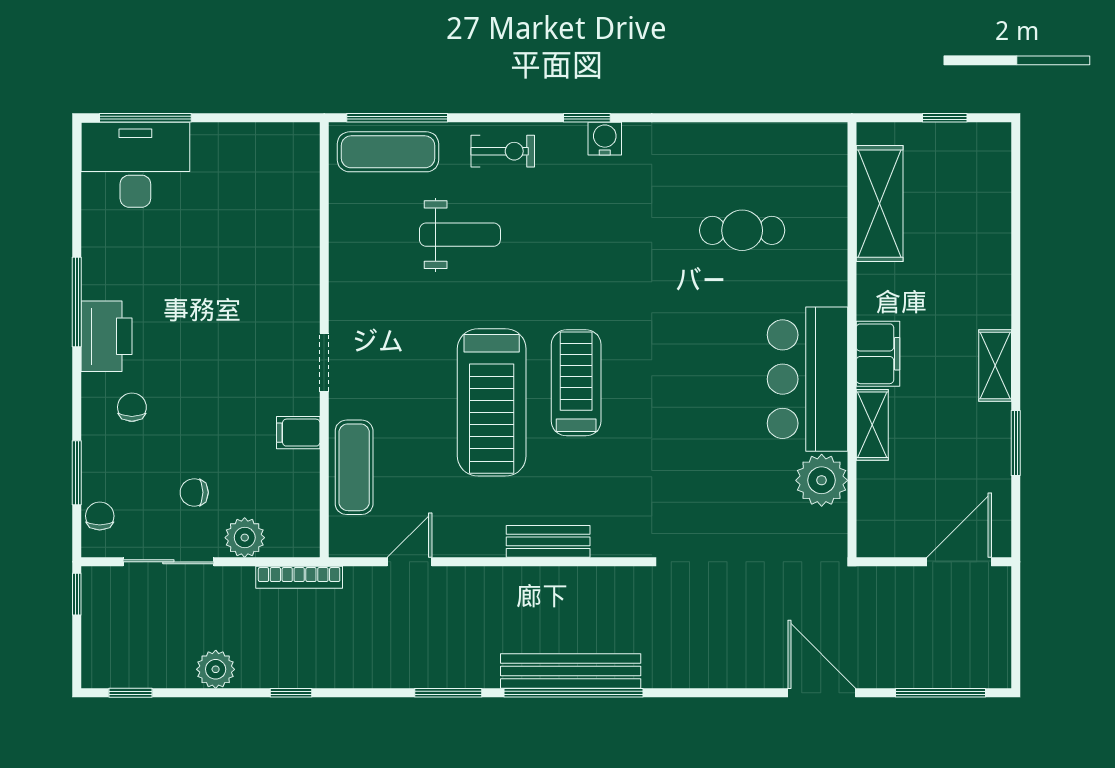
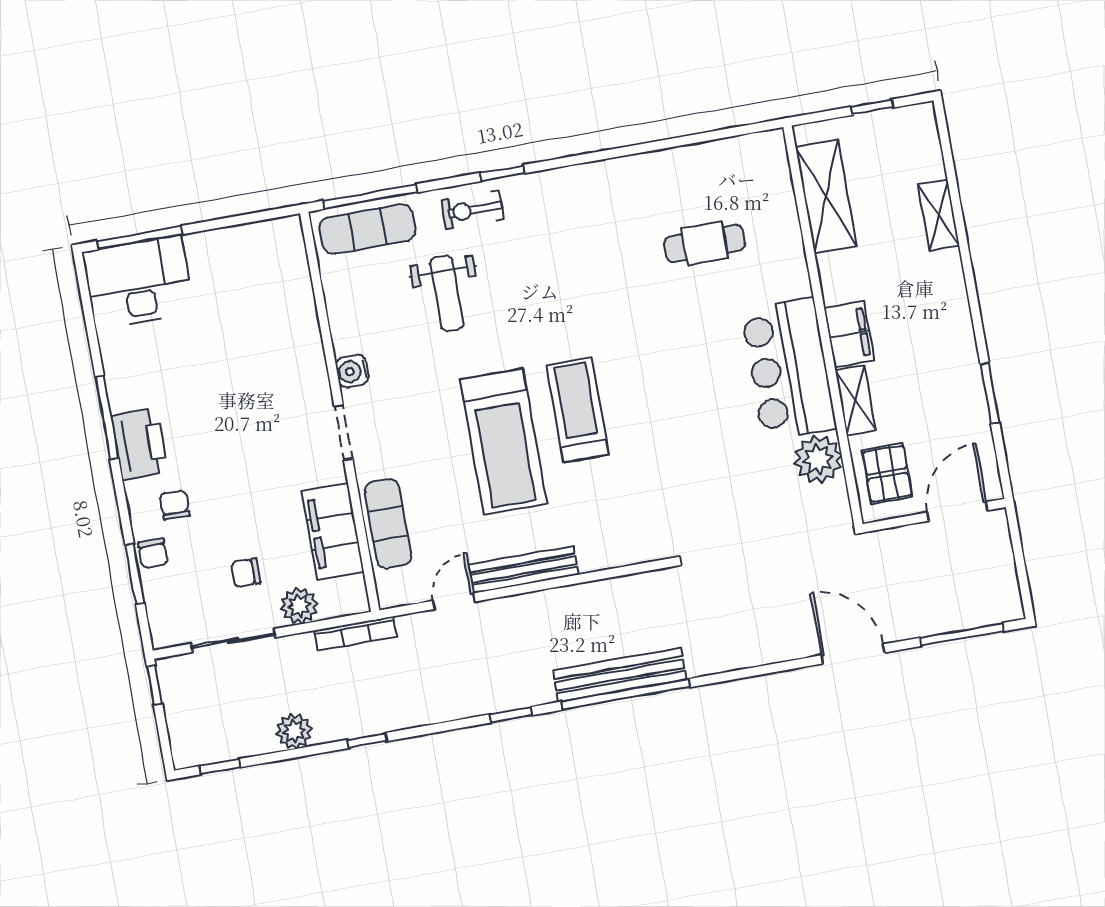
window: (587, 118) -> (502, 173), moved
water cooler: (605, 139) -> (352, 371), moved, turned -90
exercise bike: (503, 151) -> (473, 210), turned 180
weight bench: (460, 235) -> (447, 293), turned 90
shelving: (995, 365) -> (939, 215), moved
filing cabinet: (298, 433) -> (333, 531), width x3.00, depth x1.17
pallet: (892, 508) -> (887, 474), added
chair: (100, 516) -> (153, 553), moved, turned 180
bench: (548, 541) -> (524, 570), moved, width x1.36
window: (448, 693) -> (511, 715), width x0.67

